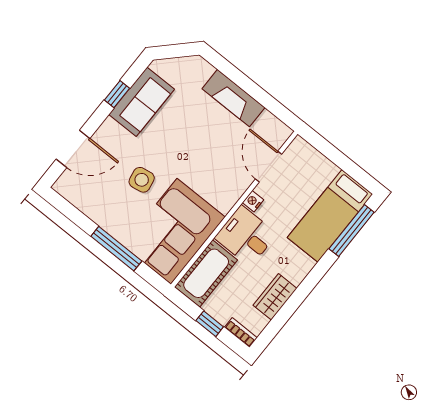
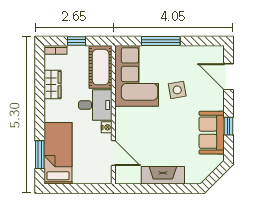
door: (73, 149) -> (228, 77), hinge flipped
window: (352, 230) -> (40, 155), width x0.69

